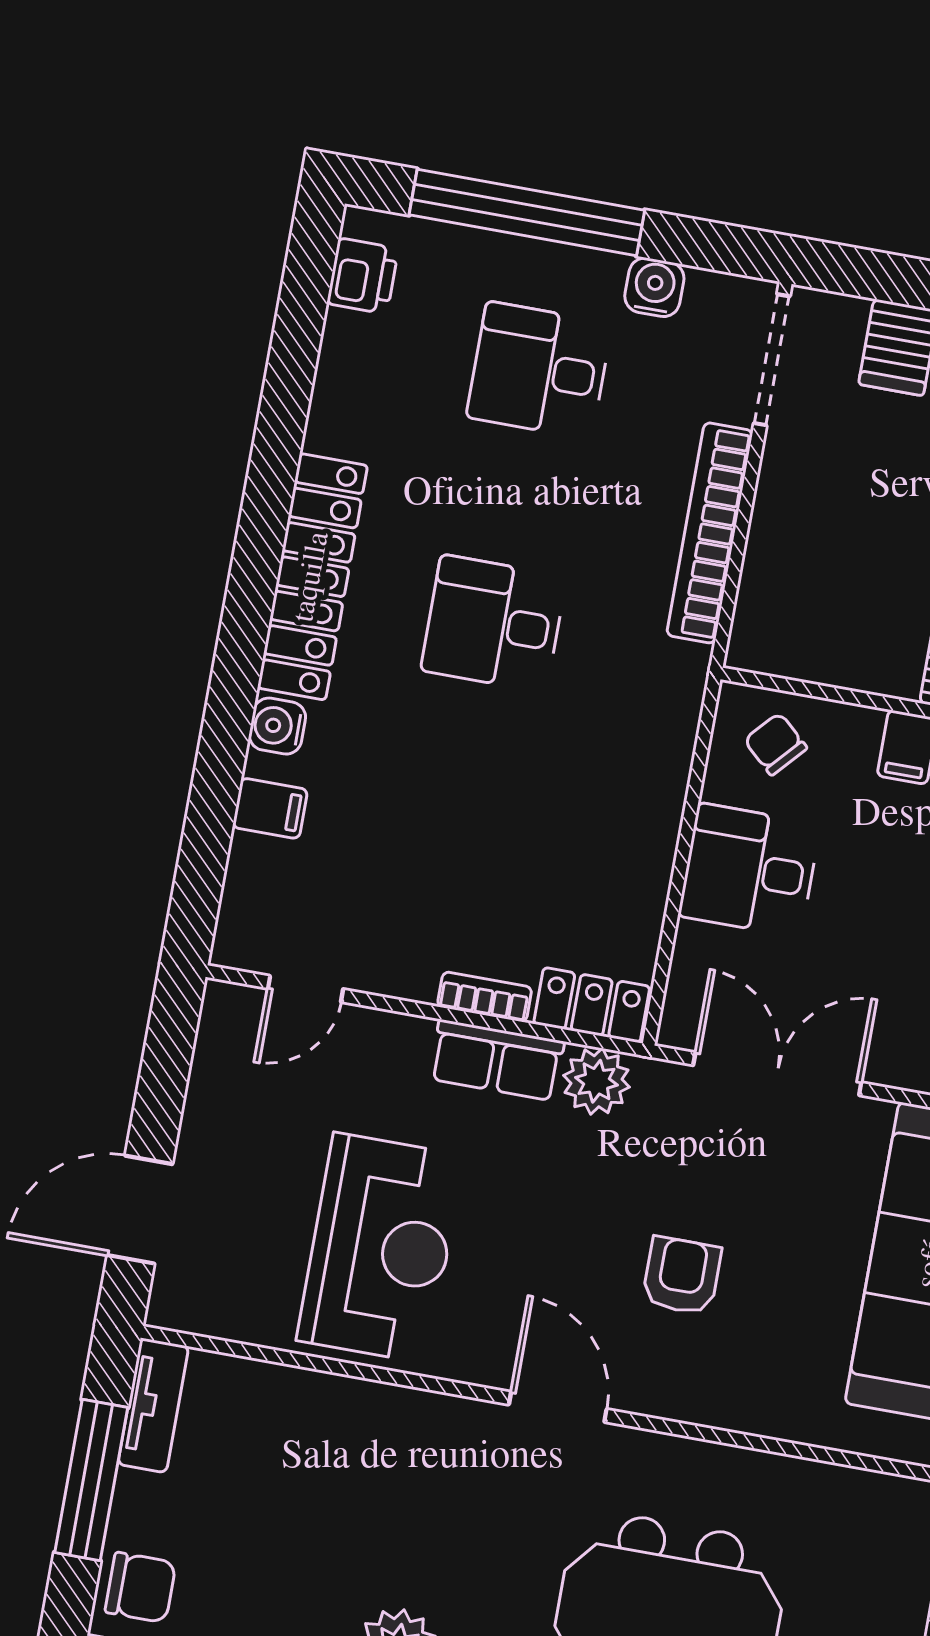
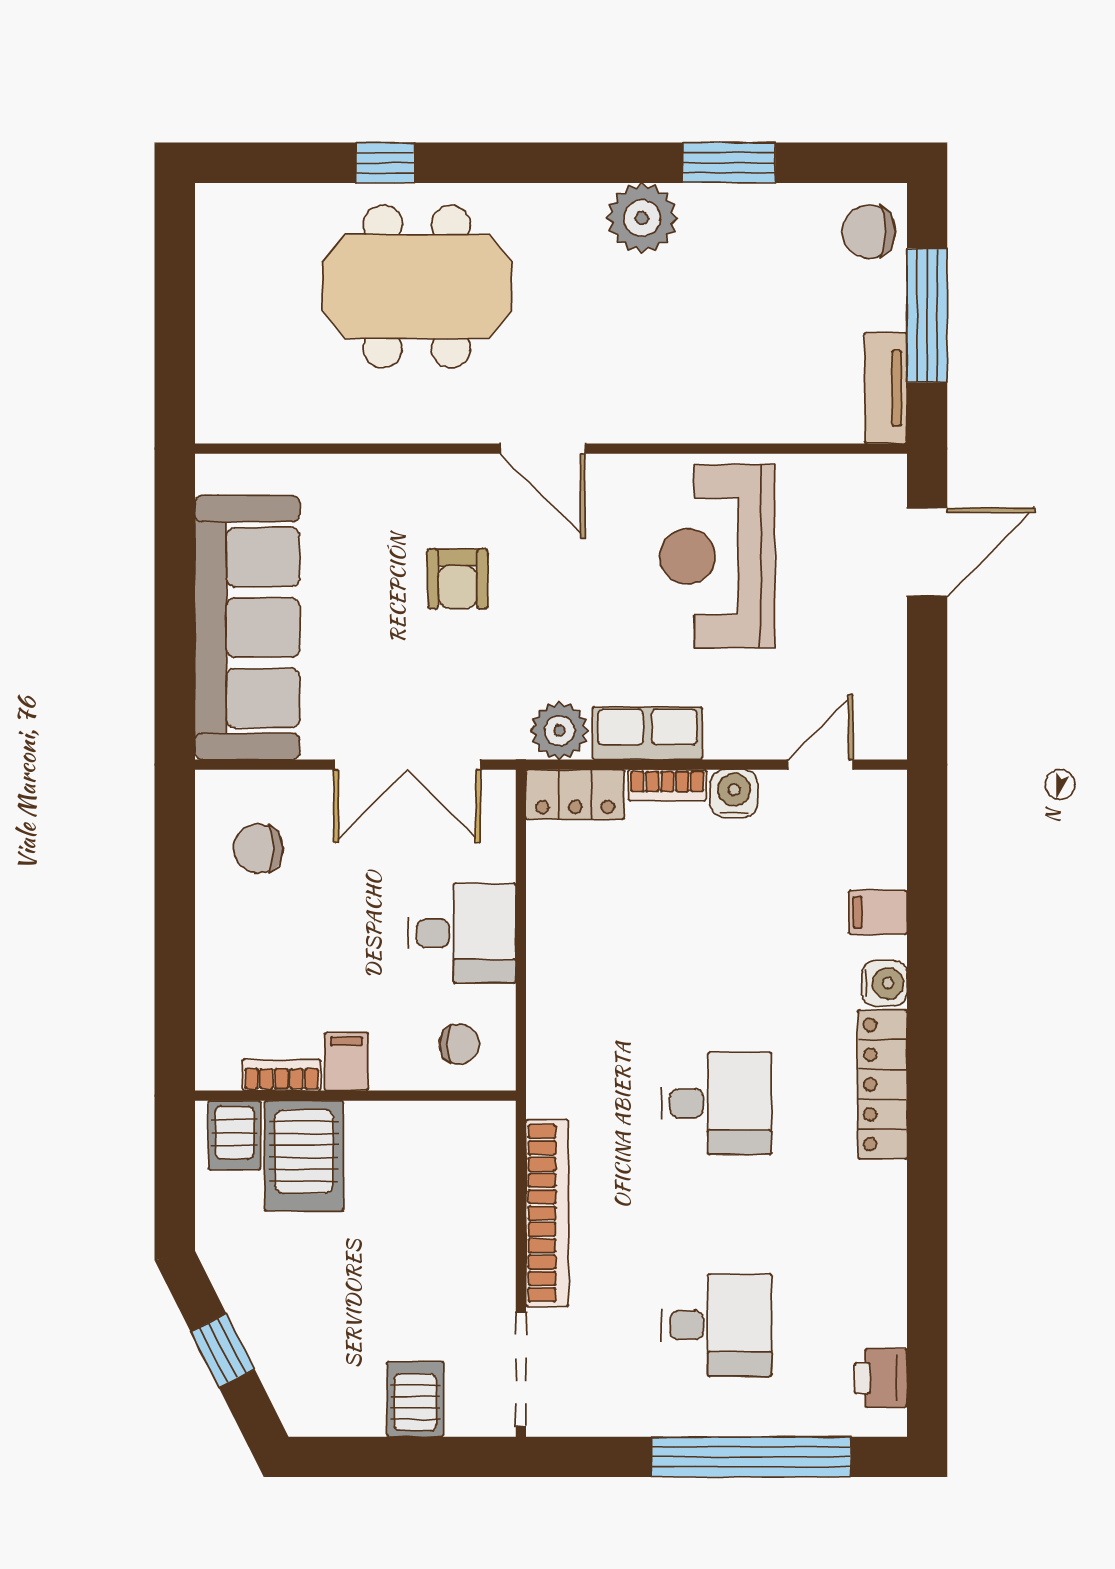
water cooler: (654, 287) -> (734, 794), moved, turned 180
locker: (312, 577) -> (882, 1084), width x0.71, depth x0.83
chair: (775, 744) -> (459, 1044), turned -42

